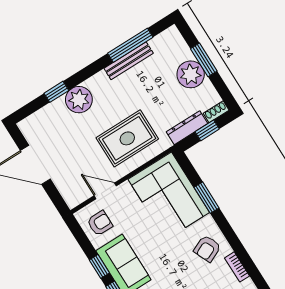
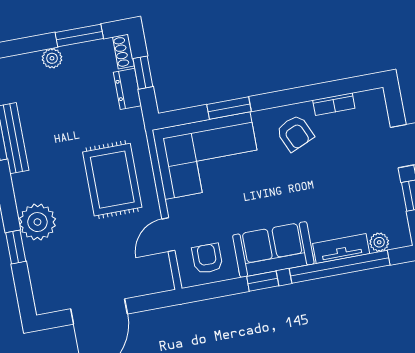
window: (204, 60) -> (79, 36), moved
plant: (191, 74) -> (52, 58), width x0.53, depth x0.53
dresser: (187, 128) -> (127, 89), width x0.70

